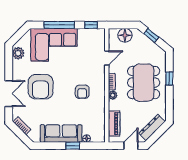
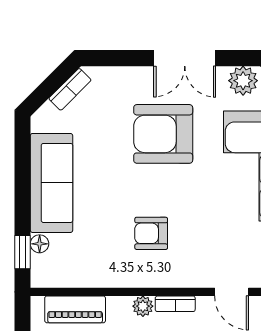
double door: (9, 94) -> (185, 58), moved
window: (73, 146) -> (22, 252), moved

